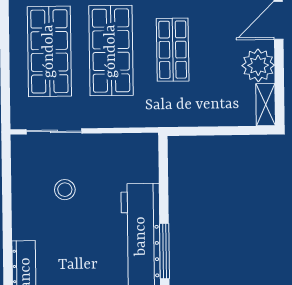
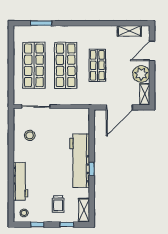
door: (217, 131) -> (119, 107), added
stool: (65, 190) -> (30, 135), moved
window: (164, 251) -> (92, 169), width x0.46

